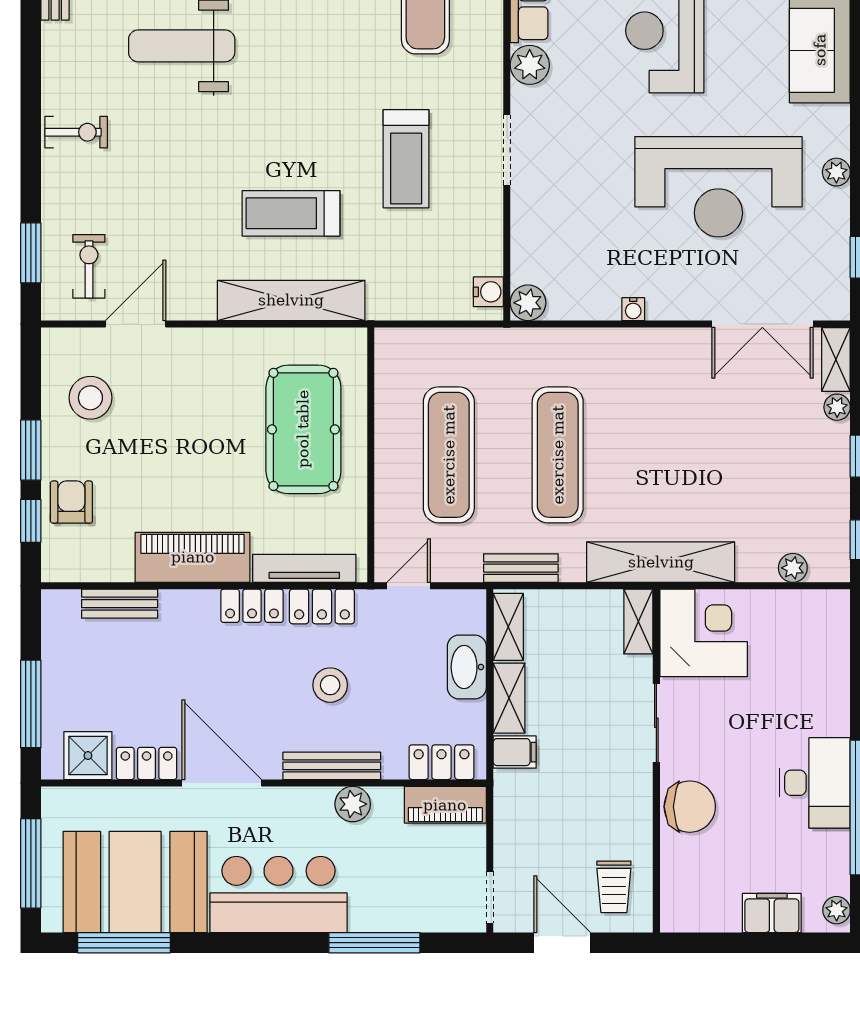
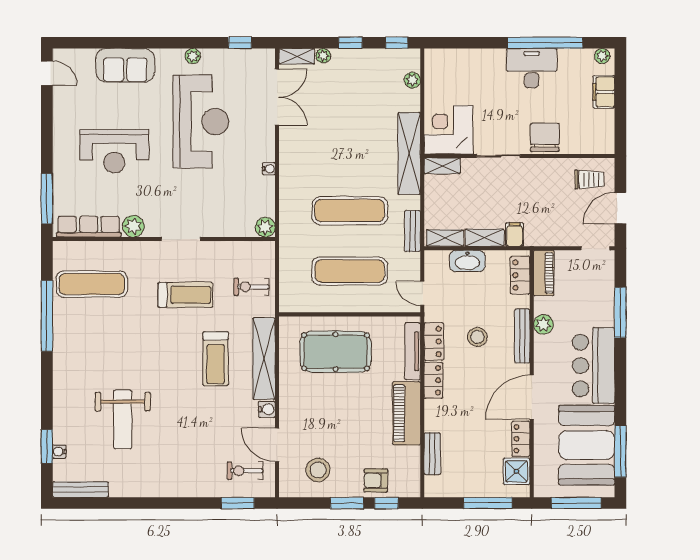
exercise bike: (76, 132) -> (252, 287), moved, turned -90
water cooler: (488, 292) -> (267, 409), moved, turned 90

